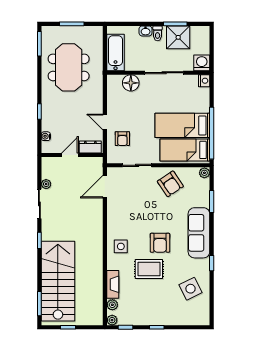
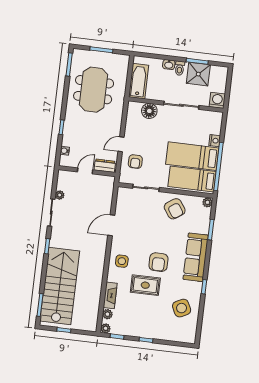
nightstand: (204, 81) -> (215, 141), moved
door: (105, 122) -> (121, 144), hinge flipped
door: (105, 187) -> (111, 225), moved

